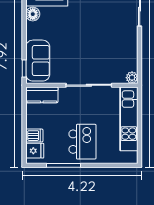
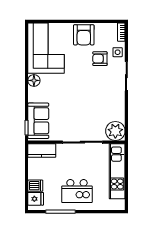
plant: (132, 78) -> (115, 131), width x1.88, depth x1.88
kitchen island: (82, 142) -> (77, 191), turned 90

